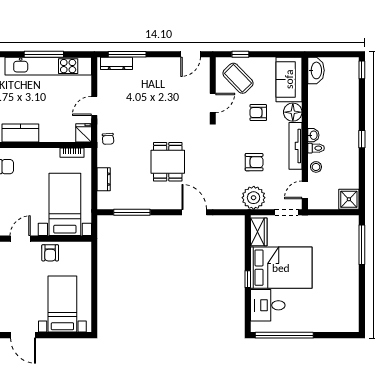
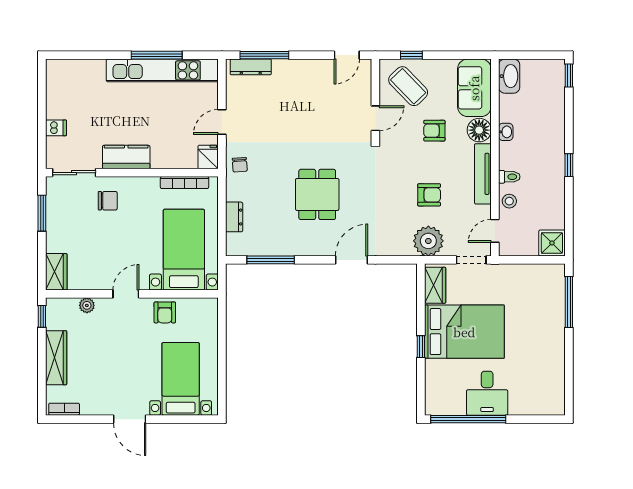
washbasin: (313, 135) -> (506, 132), moved
bookcase: (72, 153) -> (185, 183), width x1.56
door: (194, 212) -> (352, 260), hinge flipped
desk: (268, 305) -> (487, 393), moved, turned -90

